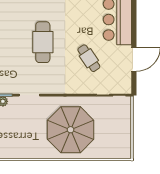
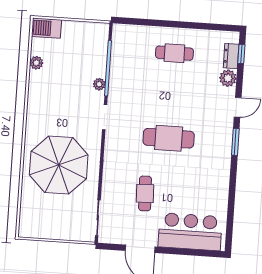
cafe table: (89, 58) -> (145, 193), turned -58

